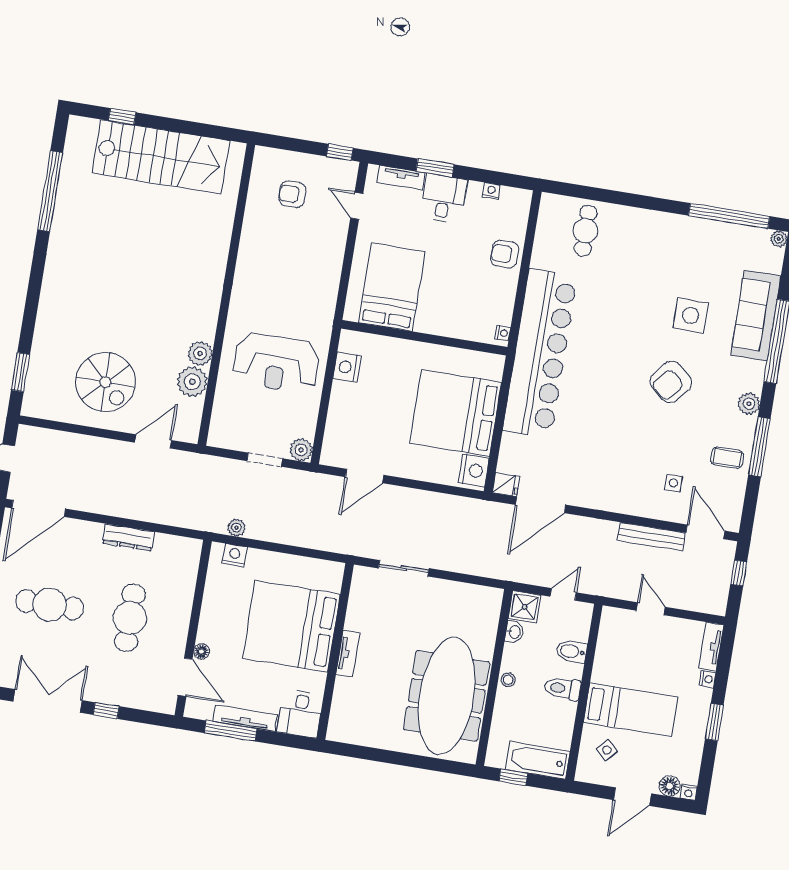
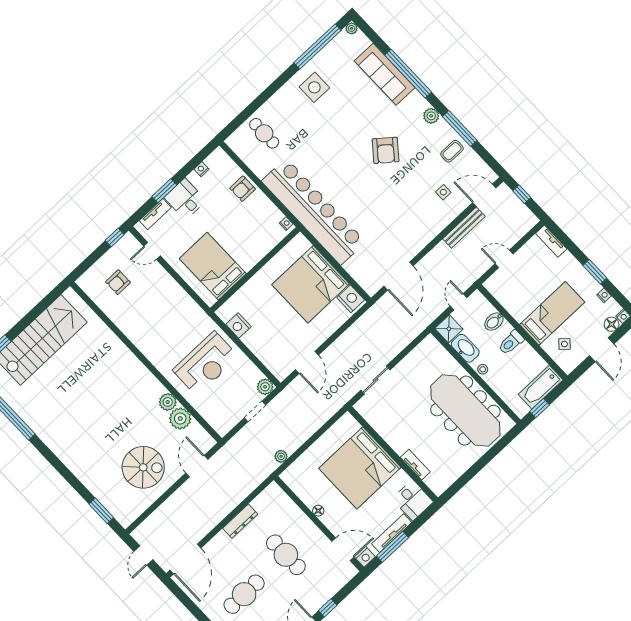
side table: (691, 315) -> (314, 87), moved
fridge: (506, 484) -> (372, 287), removed
nightstand: (235, 555) -> (365, 557), moved, turned 180
washbasin: (514, 632) -> (465, 348), width x1.91, depth x1.45
floor lamp: (202, 652) -> (318, 511), moved
tv unit: (348, 654) -> (415, 465), moved
nightstand: (708, 679) -> (604, 295), moved

